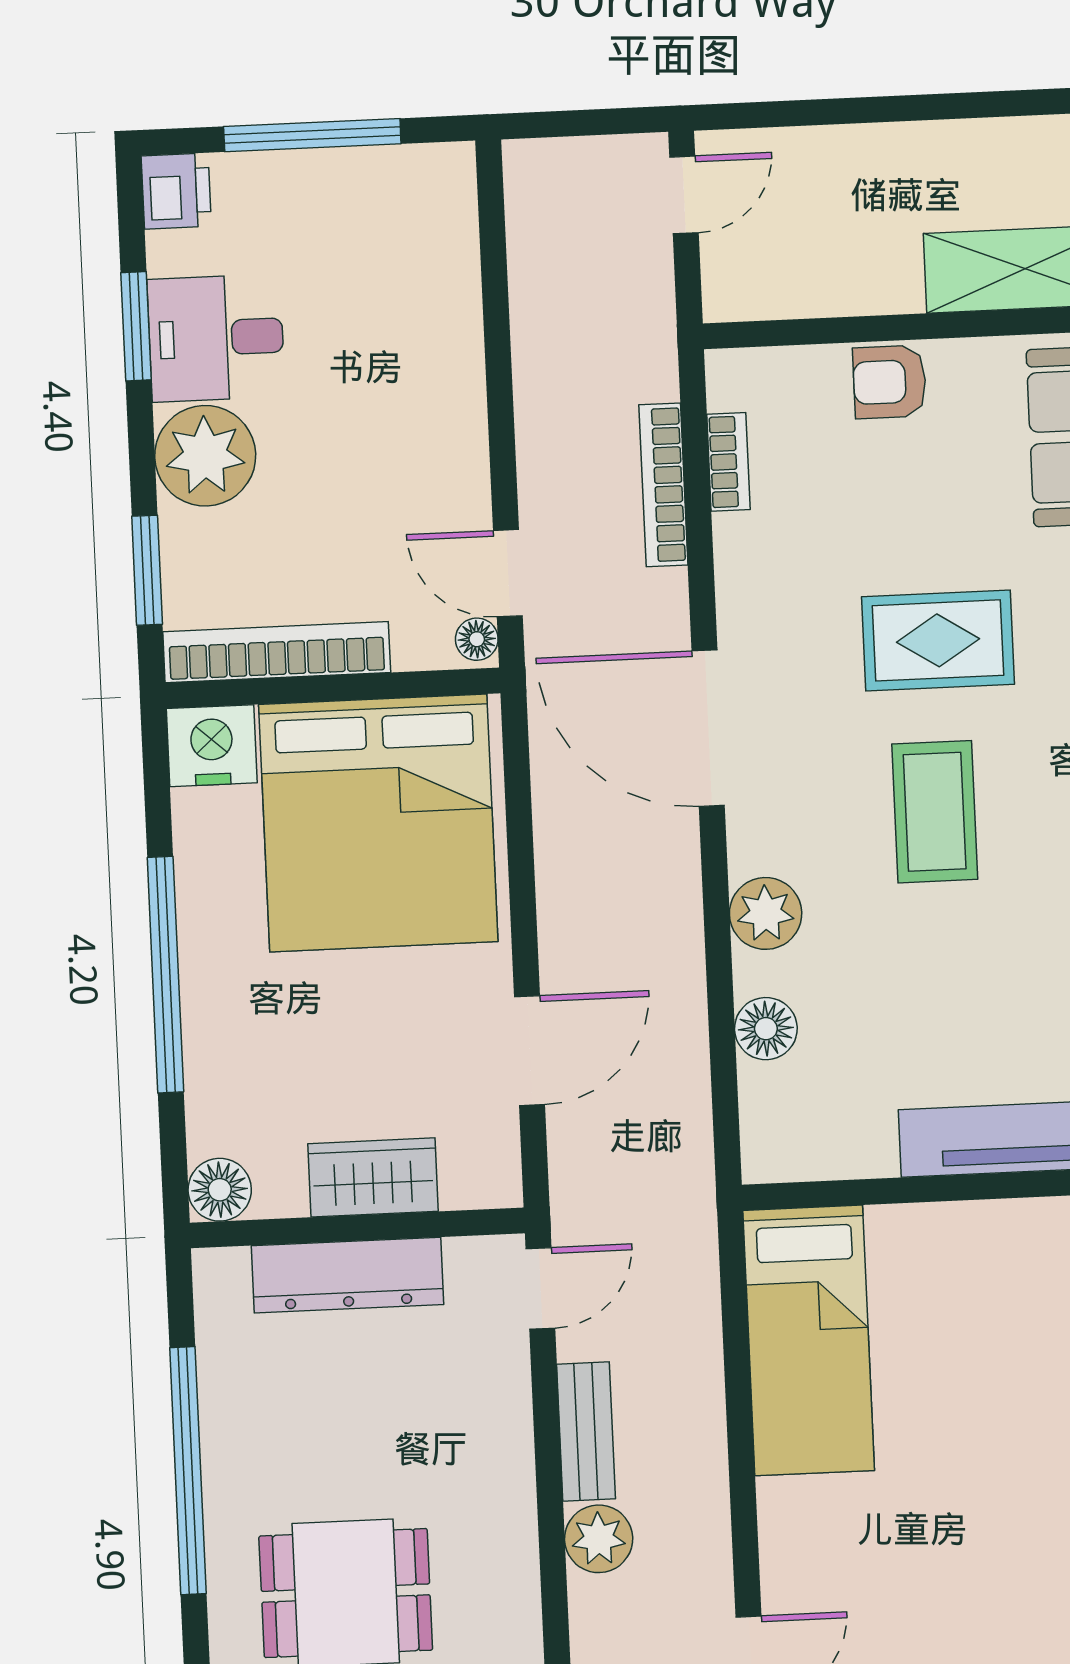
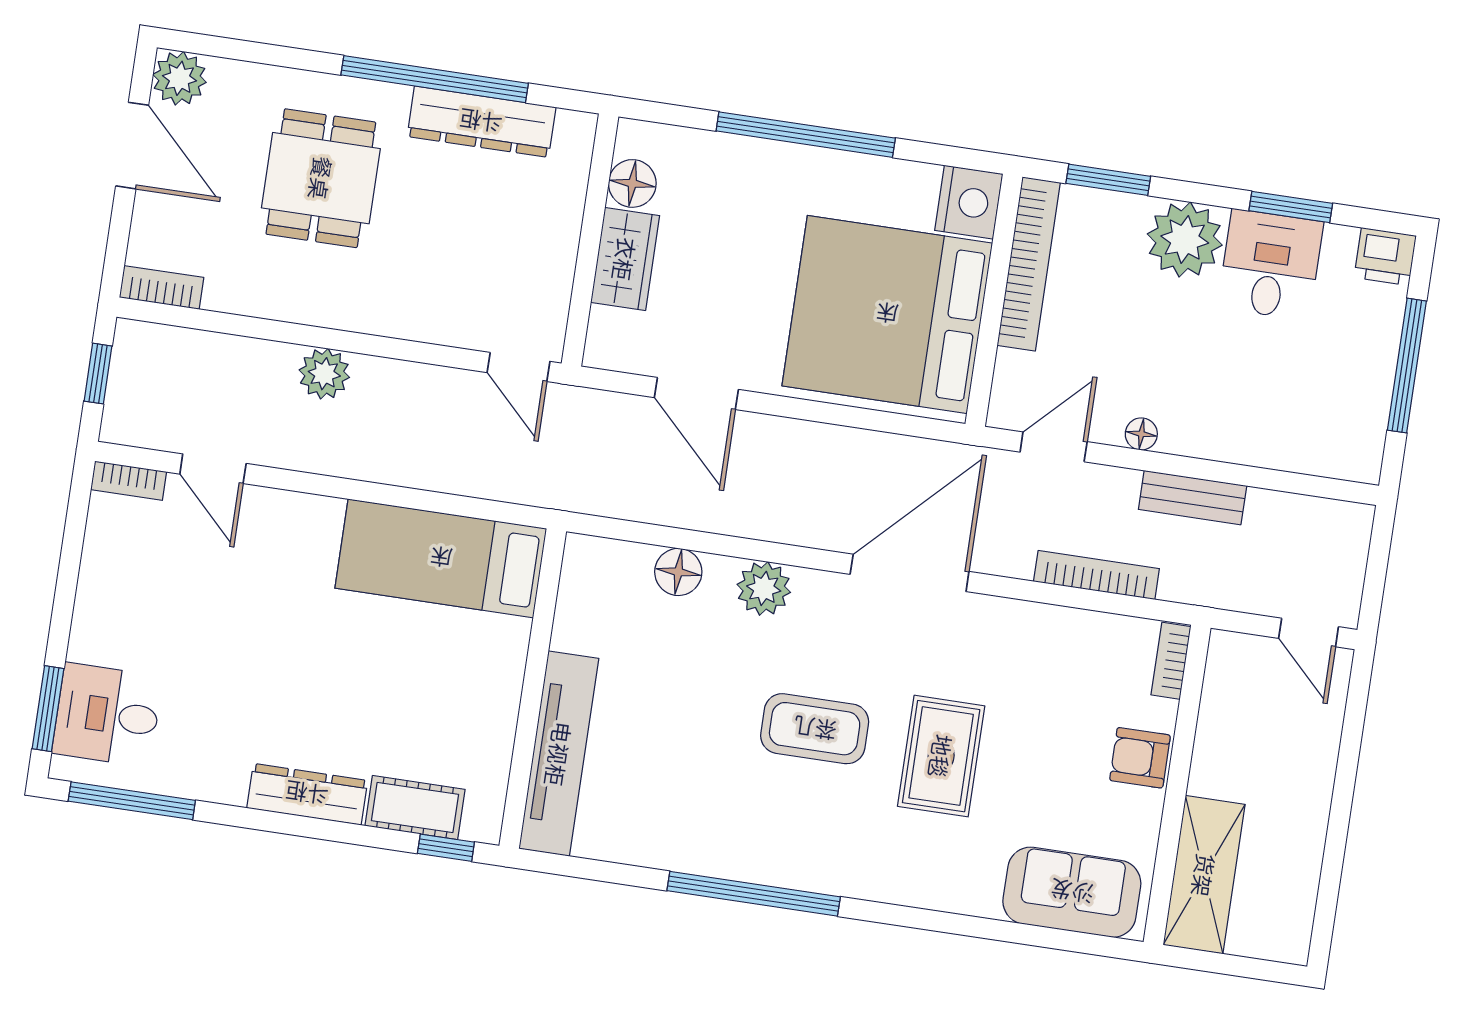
armchair: (889, 382) -> (1140, 758), turned -90
bookcase: (728, 462) -> (1171, 661), moved, turned 90
floor lamp: (477, 639) -> (1141, 434), moved
floor lamp: (220, 1190) -> (632, 183), moved
dresser: (347, 1275) -> (481, 122), moved, turned -90
bench: (586, 1431) -> (1193, 498), moved

